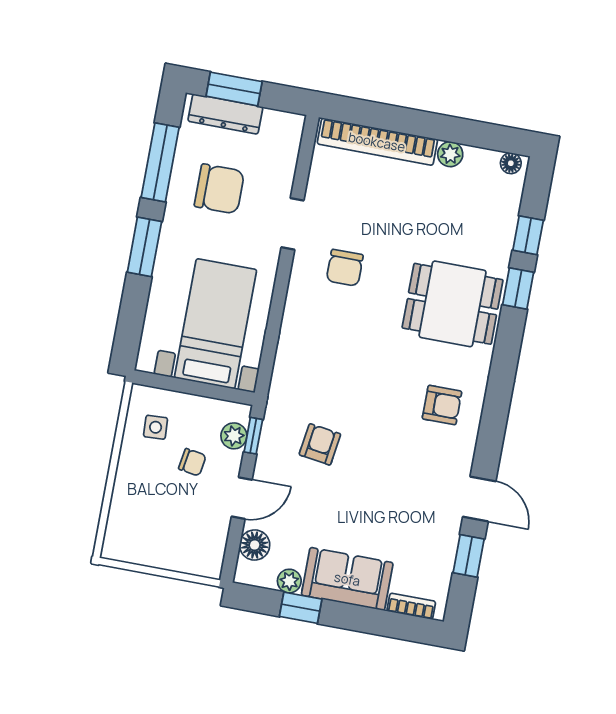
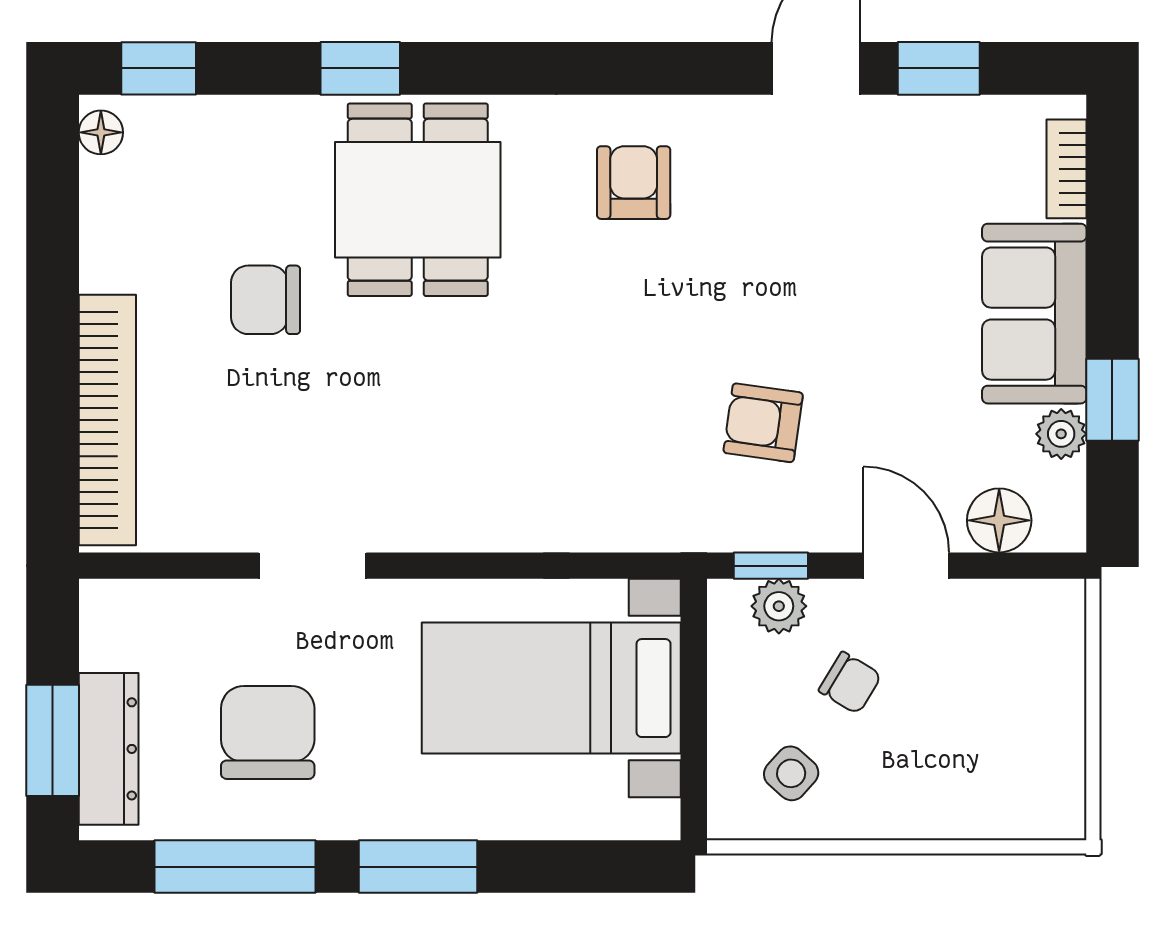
plant: (450, 154) -> (105, 263), removed
window: (528, 235) -> (159, 68), moved
chair: (345, 268) -> (266, 300), moved, turned 180
side table: (156, 427) -> (791, 773), turned 45
chair: (192, 462) -> (850, 683), turned 112

